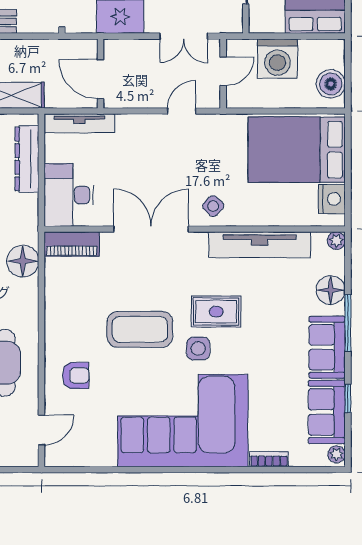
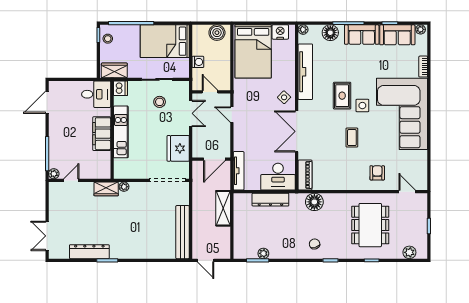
washing machine: (277, 59) -> (198, 62), width x0.53, depth x0.53
dresser: (27, 159) -> (270, 200), moved
coffee table: (140, 329) -> (352, 138), width x0.54, depth x0.58

